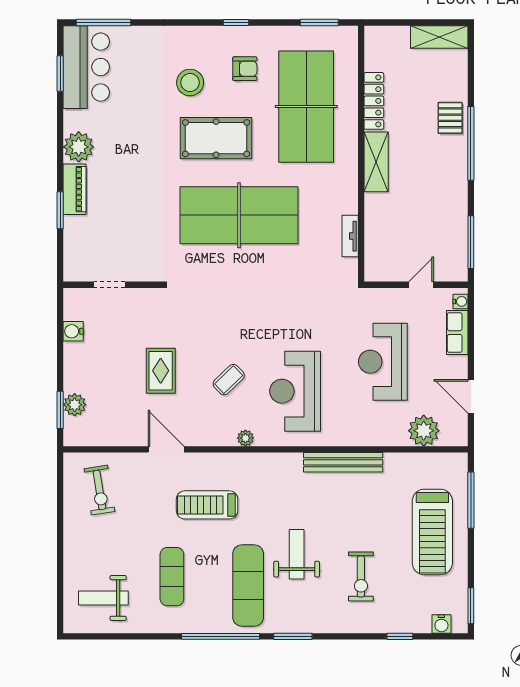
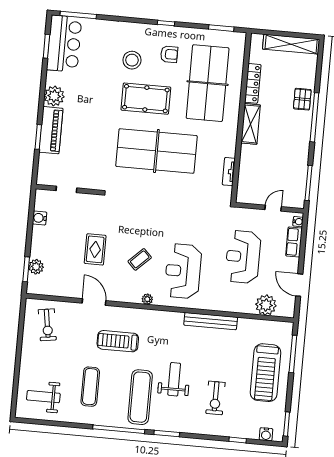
shelving: (439, 37) -> (291, 44), width x1.47
piano: (75, 189) -> (51, 130), width x1.37, depth x1.33

